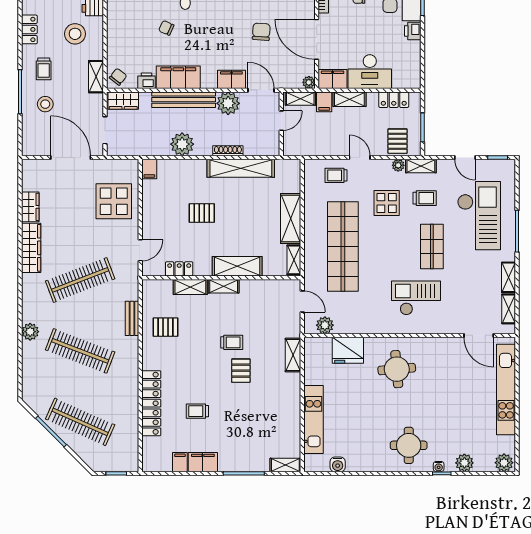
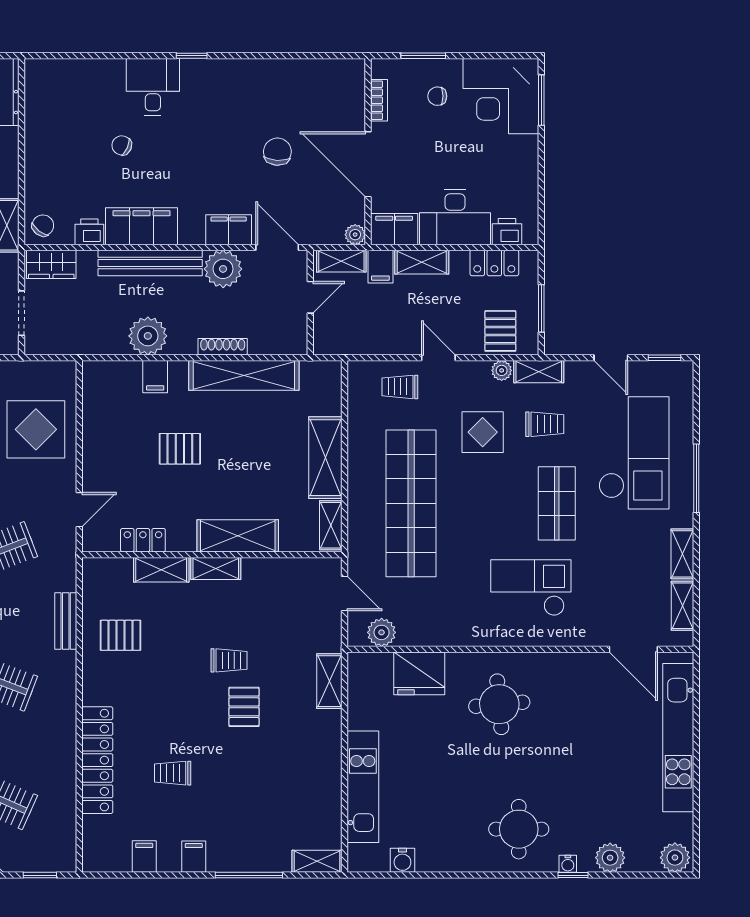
printer: (413, 31) -> (507, 232), moved, turned 90
filing cabinet: (149, 169) -> (155, 377), moved
filing cabinet: (203, 462) -> (194, 857), width x0.50

